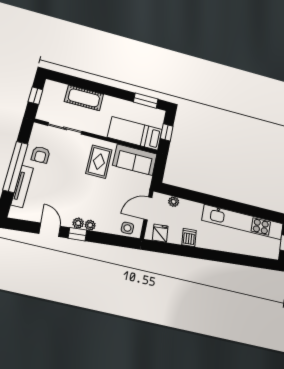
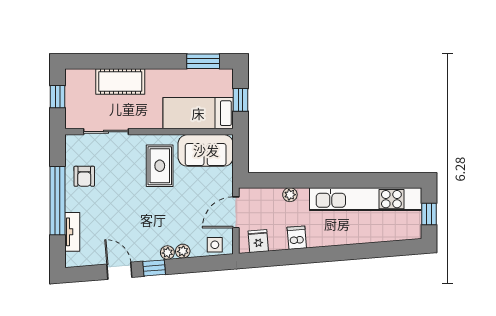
tv unit: (22, 186) -> (72, 232), width x0.71
plant: (174, 202) -> (290, 195), moved
plant: (78, 223) -> (183, 251), moved

